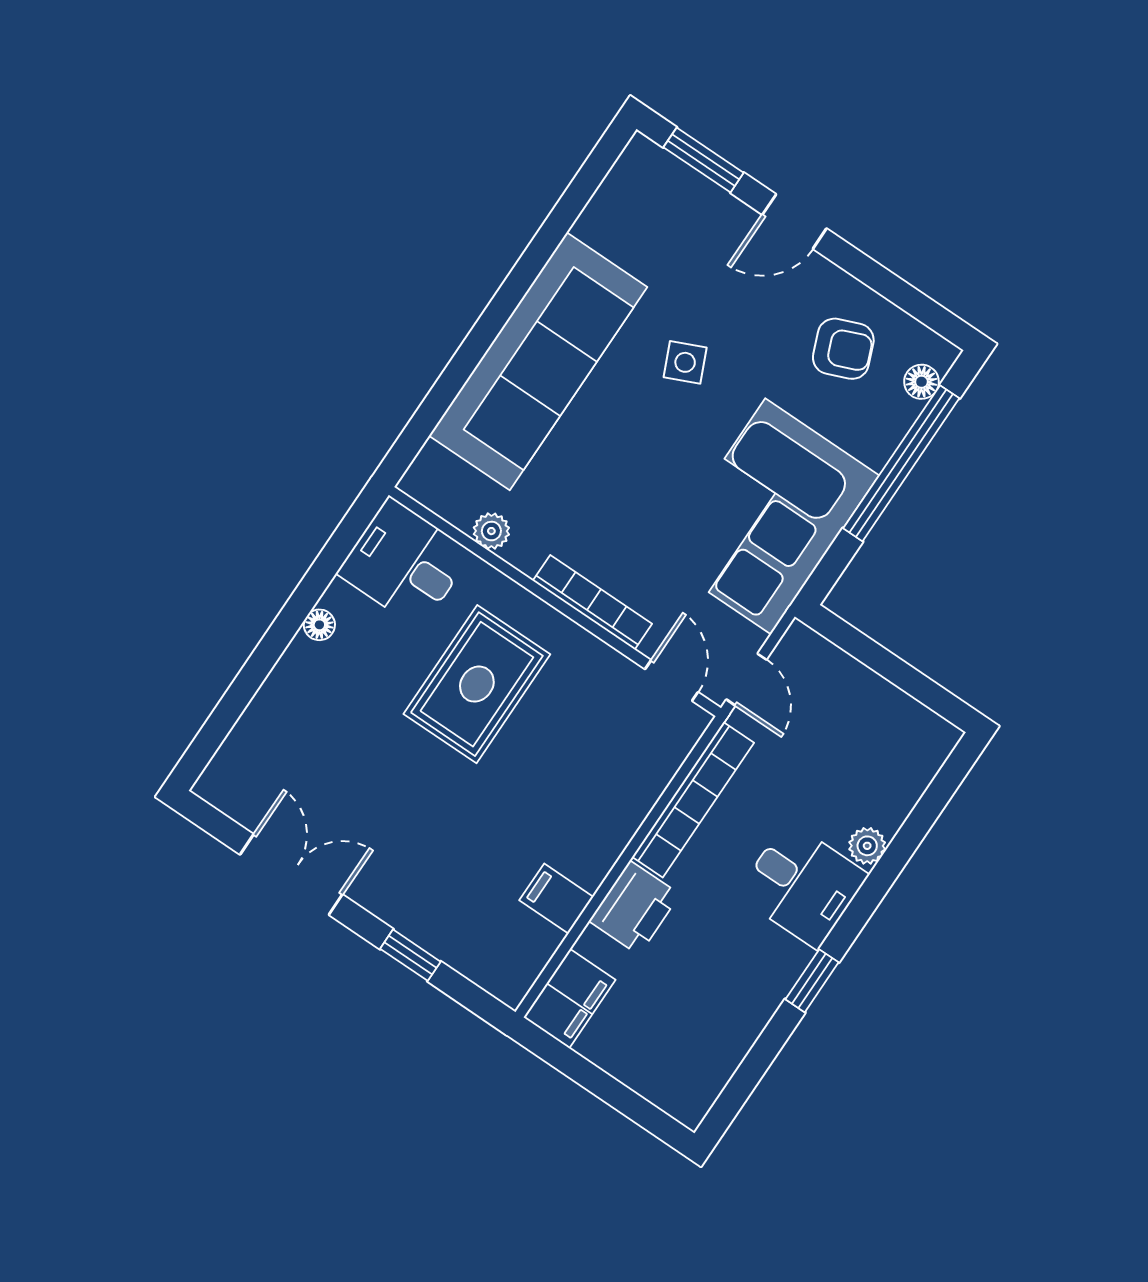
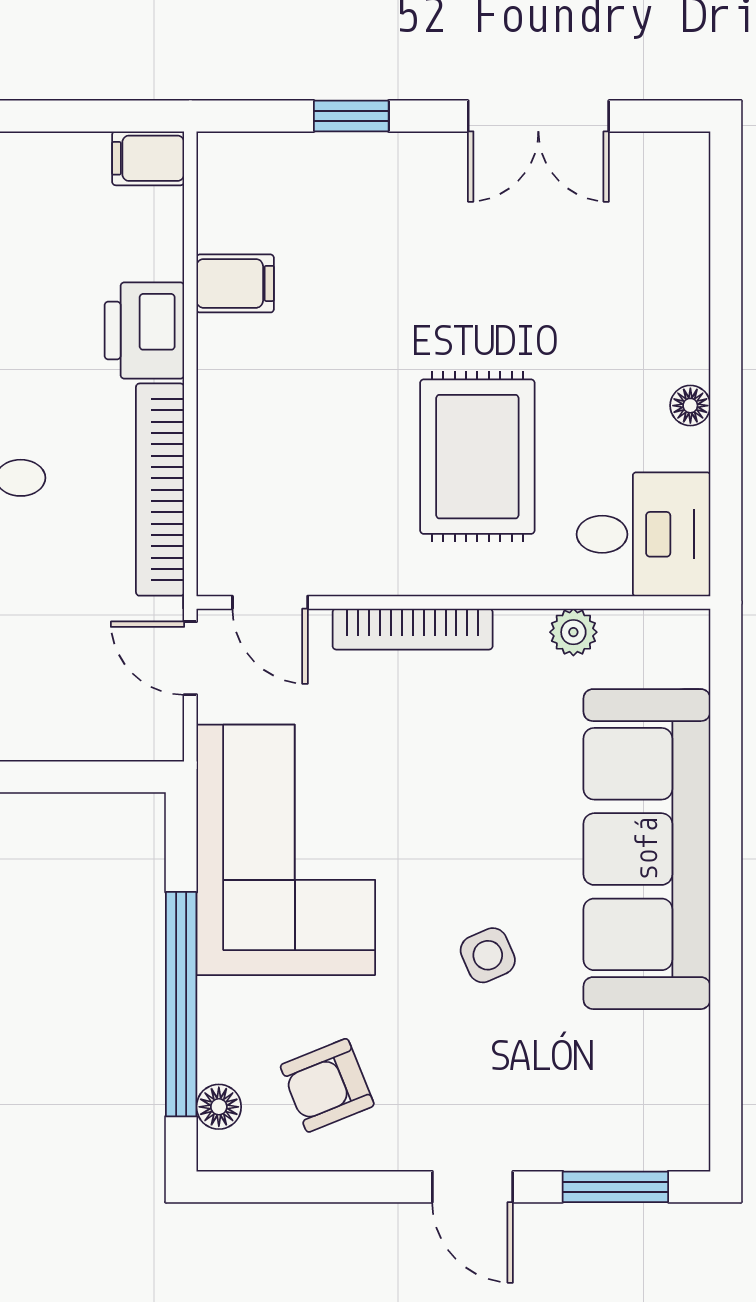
door: (794, 222) -> (473, 1187), swing flipped
filing cabinet: (569, 999) -> (148, 158), width x0.50

